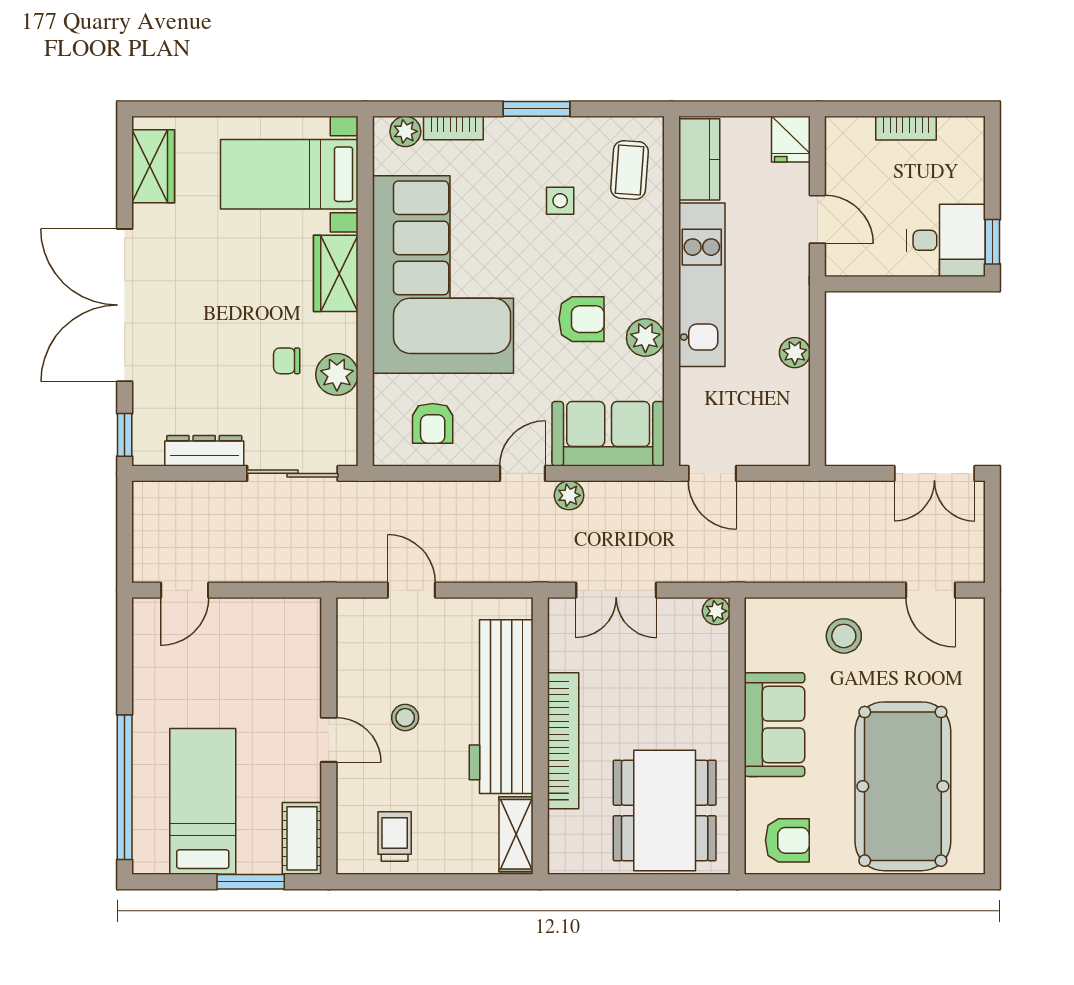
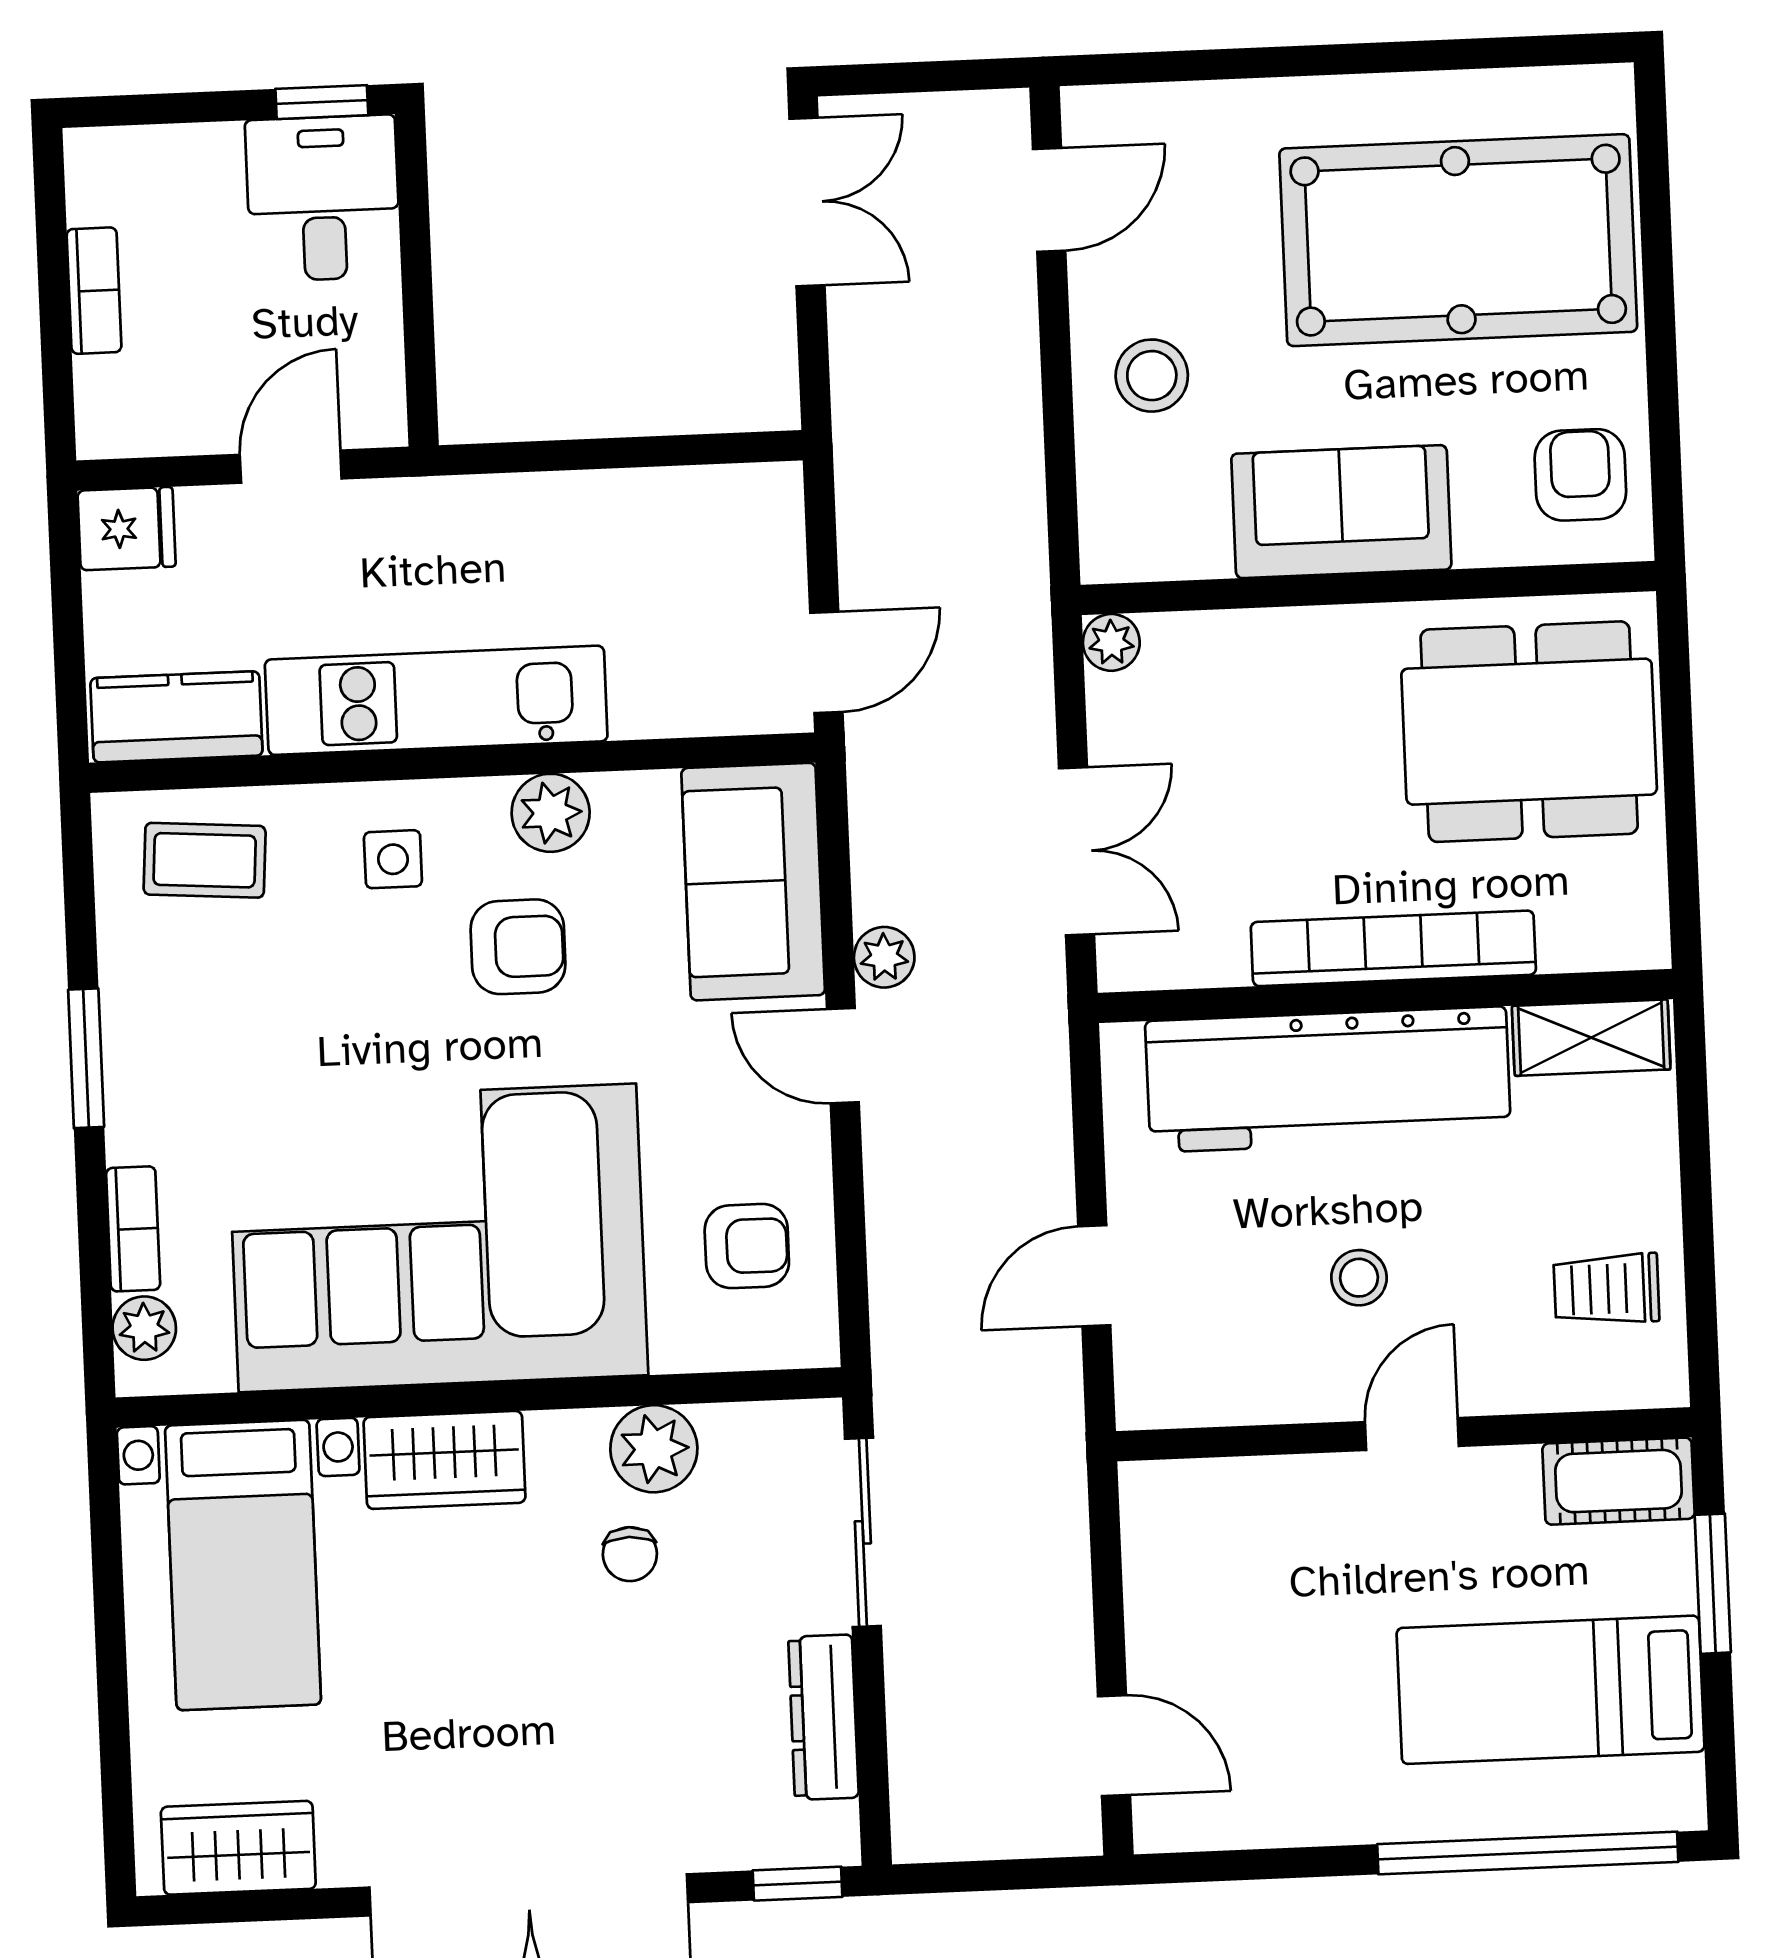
side table: (560, 201) -> (393, 859), moved
armchair: (581, 319) -> (518, 947), turned 90
plant: (795, 353) -> (569, 502), removed

